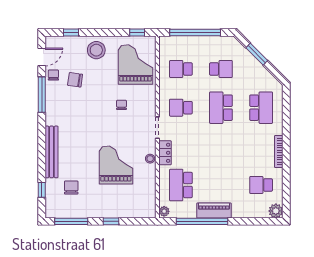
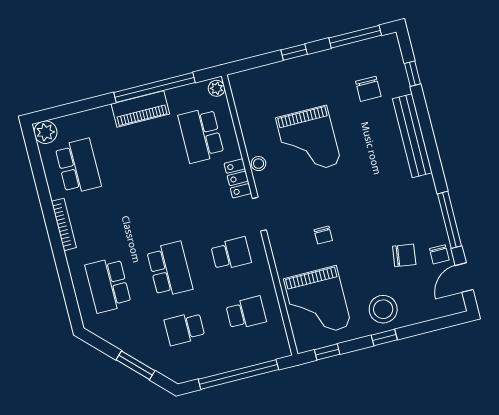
window: (71, 33) -> (384, 338), moved
school desk: (181, 185) -> (201, 135), turned 180
school desk: (261, 185) -> (78, 166), width x1.85

